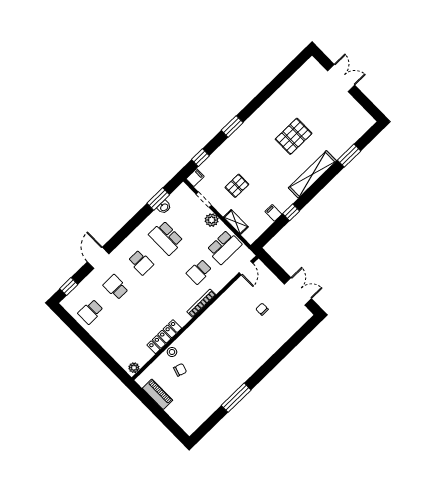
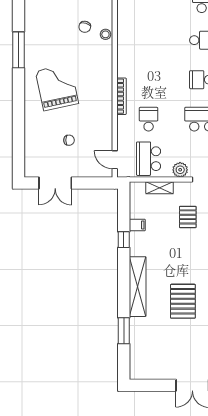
locker: (164, 337) -> (124, 40), removed
grand piano: (236, 350) -> (57, 87), added

